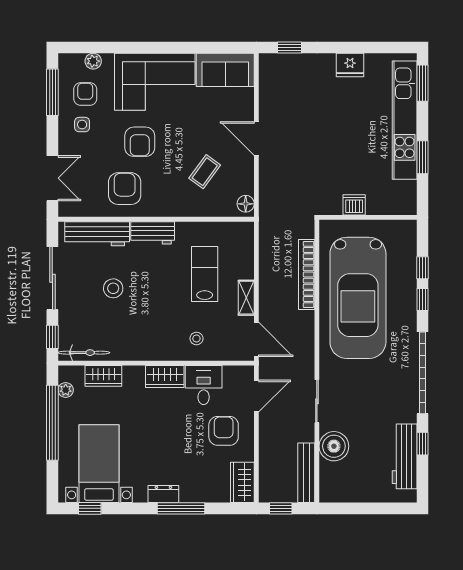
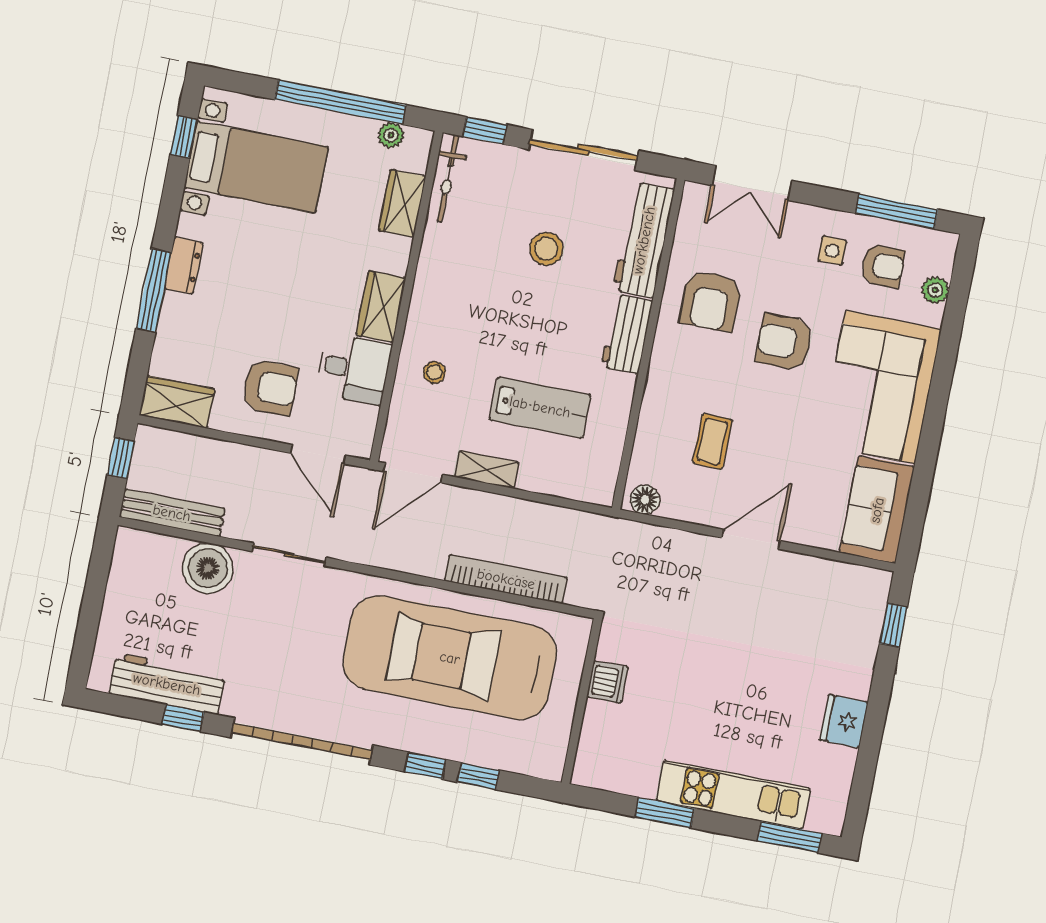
kitchen unit: (405, 120) -> (733, 795), width x0.73
coffee table: (205, 172) -> (712, 441), turned 55
armchair: (125, 189) -> (710, 301), turned 90

